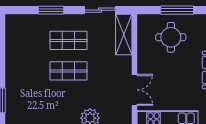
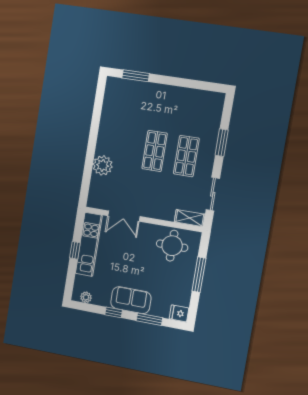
shelving: (124, 35) -> (190, 218), width x0.67, depth x0.75
round table: (171, 37) -> (172, 246), moved

